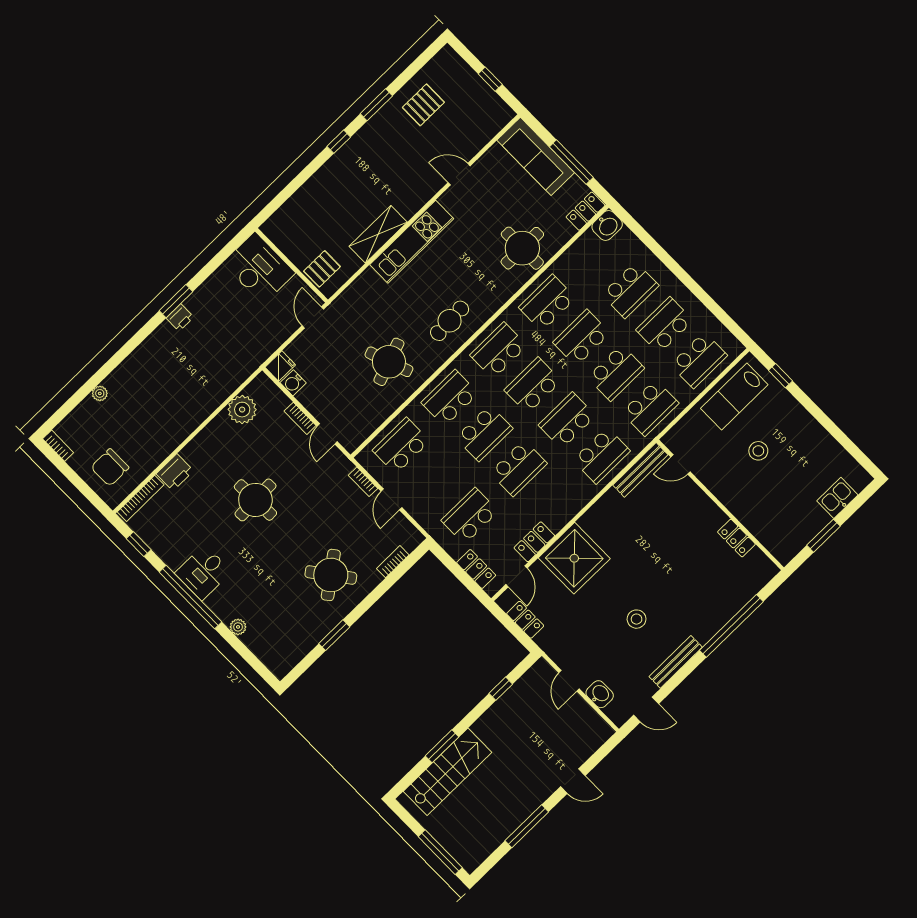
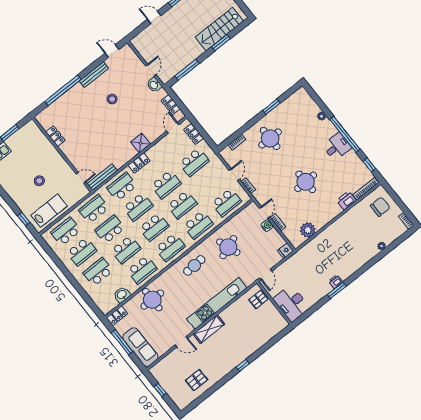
window: (376, 105) -> (221, 383), removed
washbasin: (607, 225) -> (122, 295), moved
shelving: (378, 234) -> (209, 329), moved
kitchen unit: (412, 242) -> (217, 303), width x1.36
water cooler: (293, 383) -> (267, 226), moved
school desk: (484, 433) -> (182, 205), turned 180
school desk: (518, 468) -> (166, 184), turned 180
locker: (534, 542) -> (139, 163), moved
shower: (574, 558) -> (141, 143), width x0.54, depth x0.54
round table: (331, 575) -> (270, 138), turned 37
window: (501, 689) -> (187, 70), width x2.17
washbasin: (600, 694) -> (154, 85), moved

